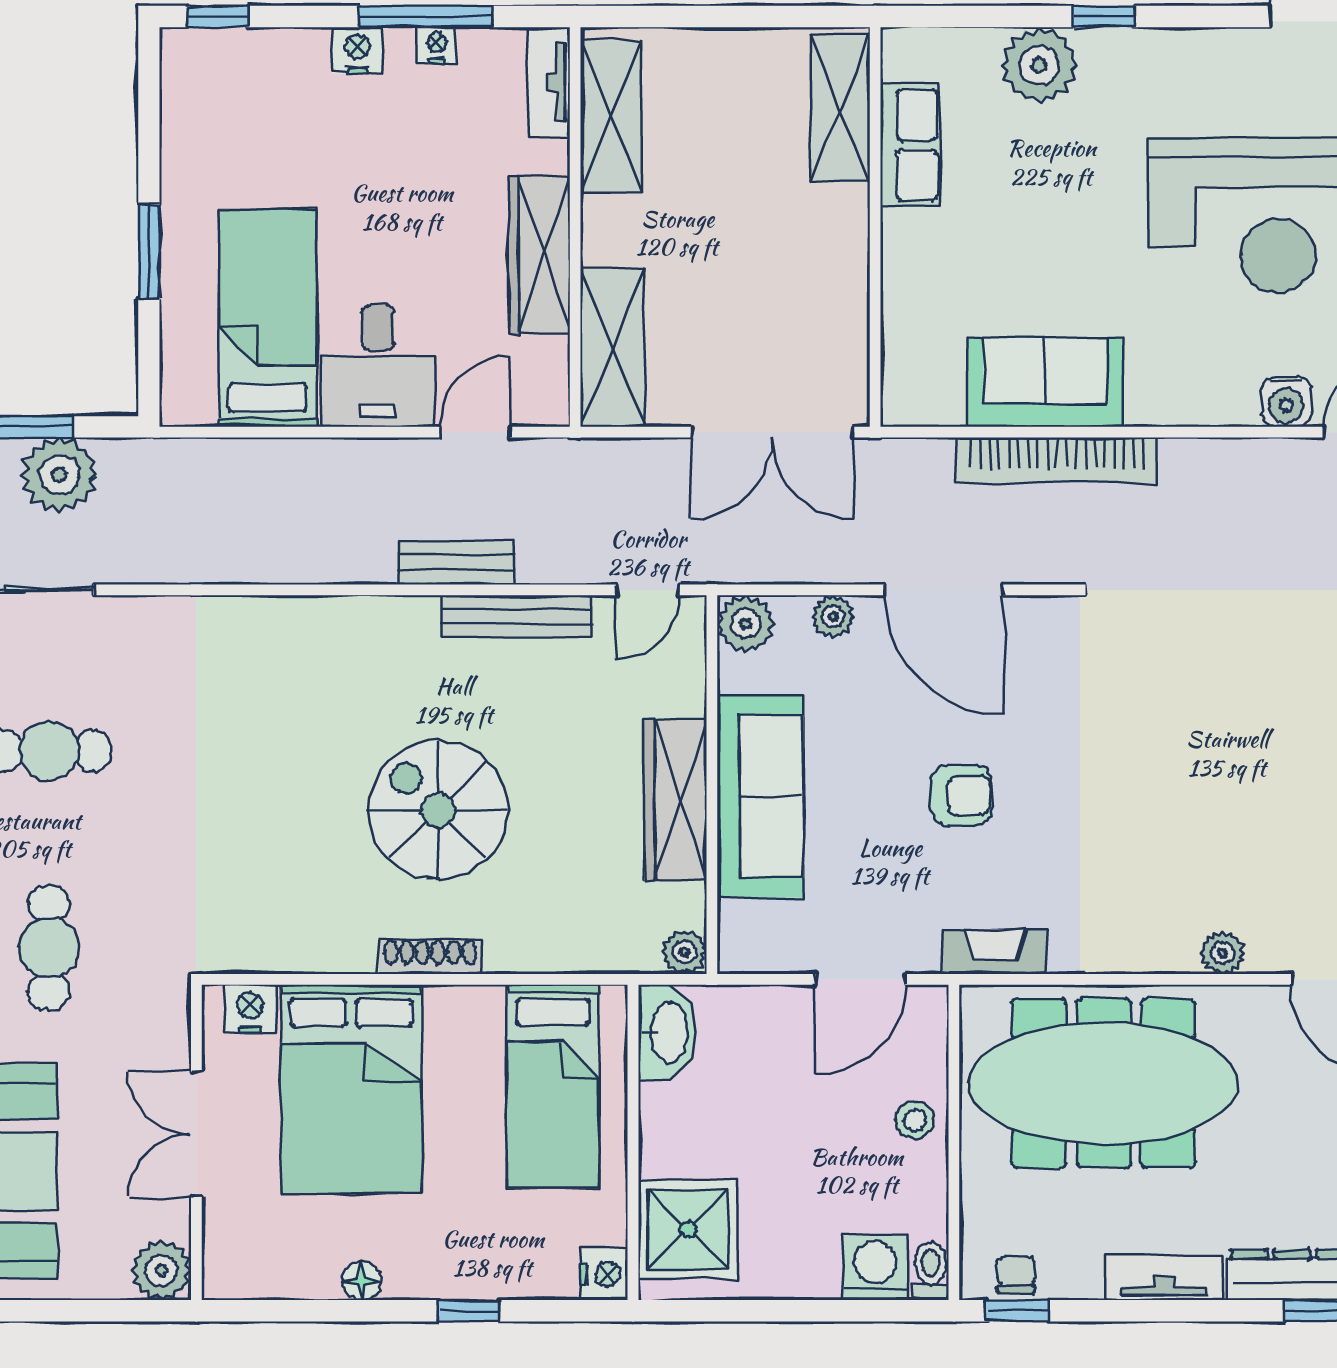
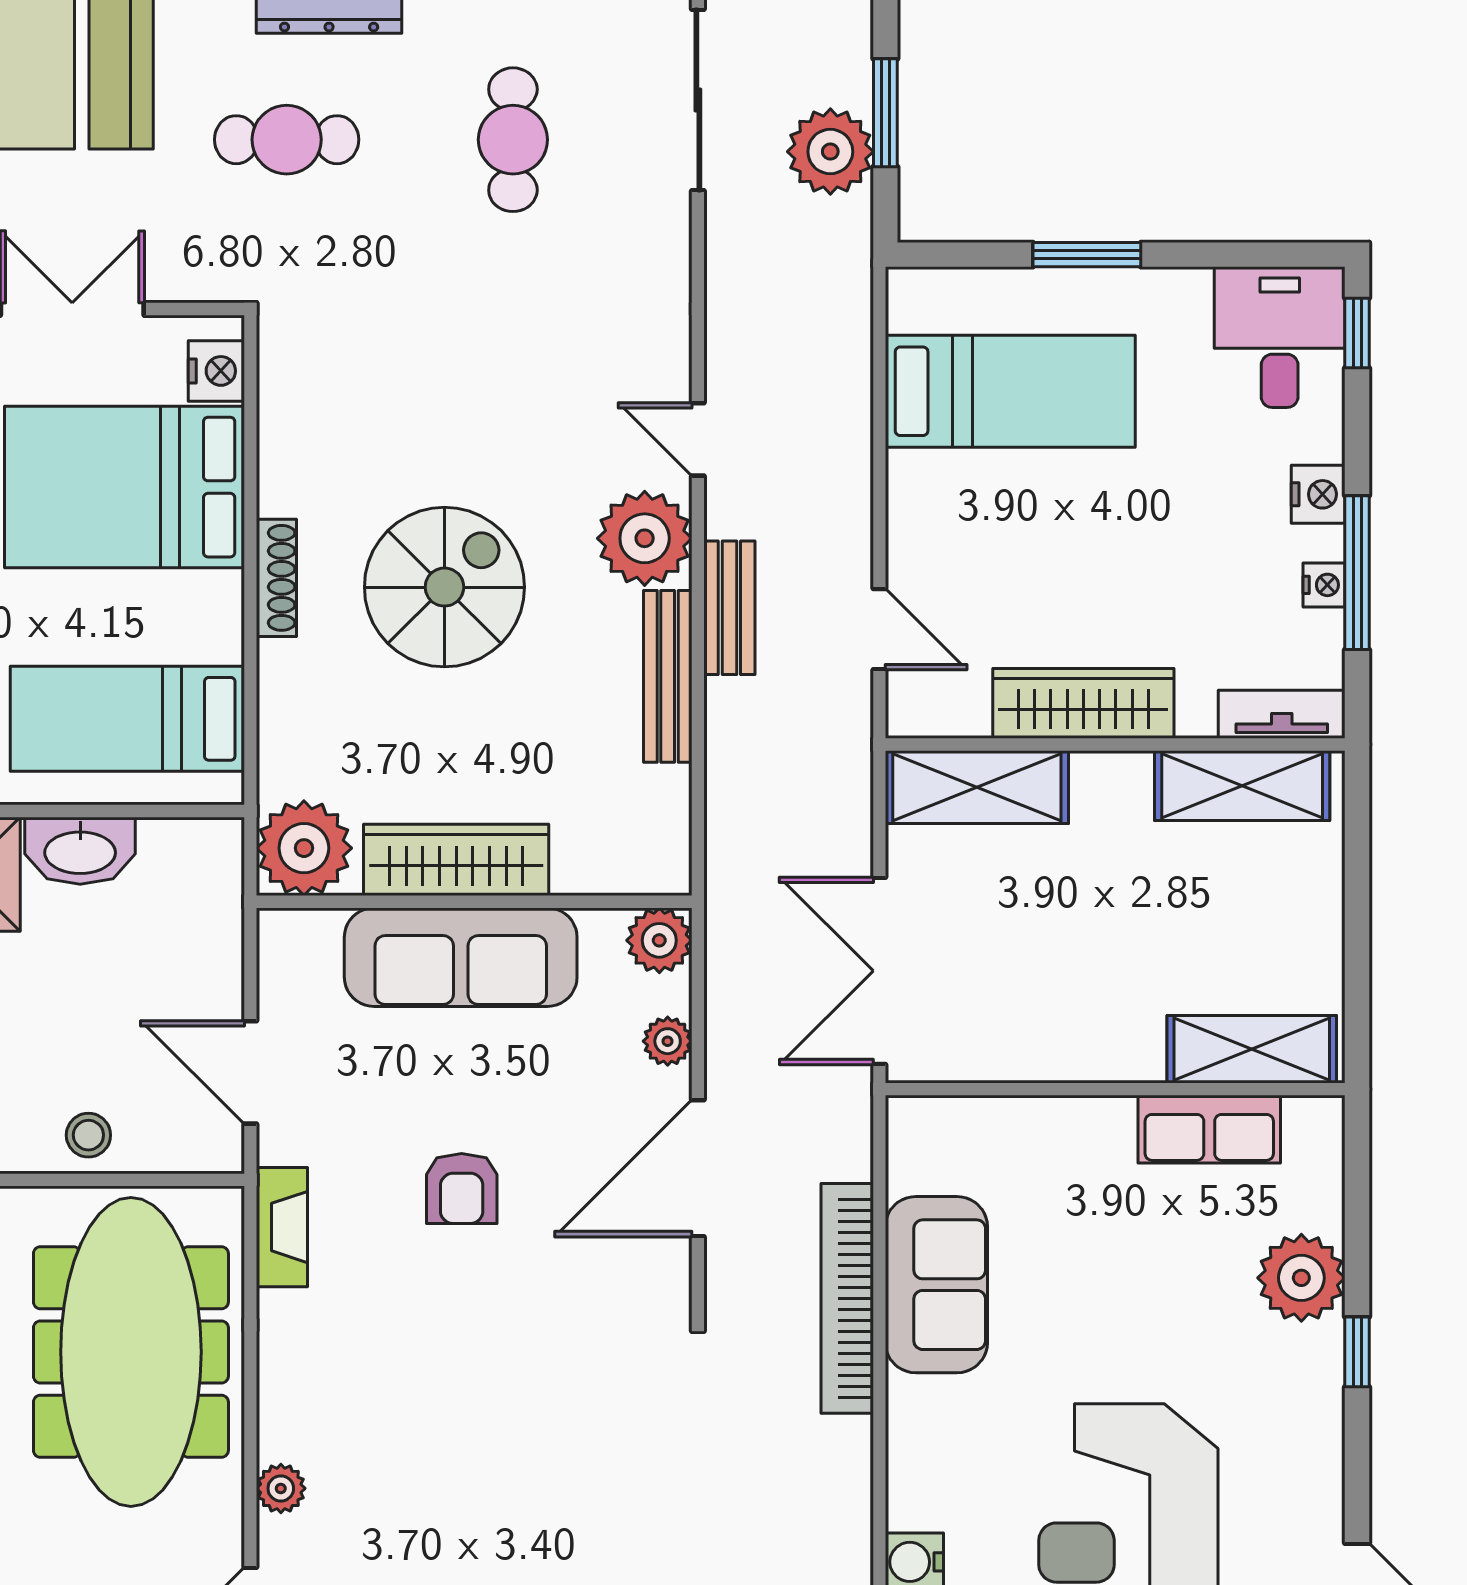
desk: (378, 366) -> (1280, 337), moved, turned 90
door: (648, 590) -> (698, 439), moved
plant: (396, 636) -> (645, 538), added
plant: (685, 952) -> (304, 848), width x1.87, depth x1.87
washbasin: (668, 1032) -> (80, 851), moved

